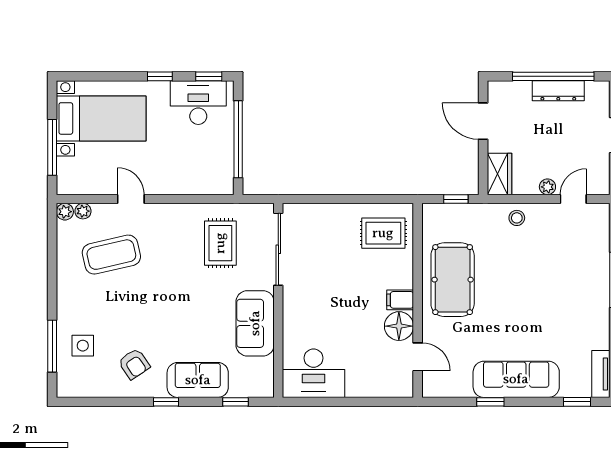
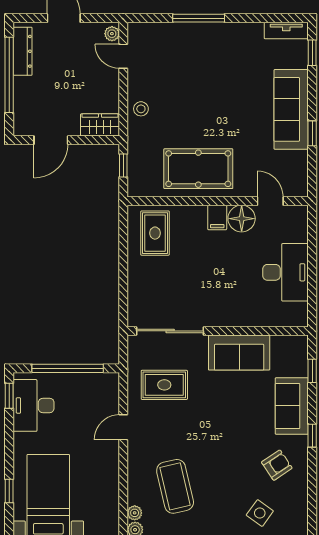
window: (160, 76) -> (9, 491), moved
dresser: (558, 91) -> (23, 51), moved
plant: (547, 187) -> (112, 34), moved
door: (131, 199) -> (123, 427), moved
side table: (83, 346) -> (260, 513), turned 36
door: (418, 357) -> (270, 201), hinge flipped
desk: (313, 373) -> (286, 272), moved

